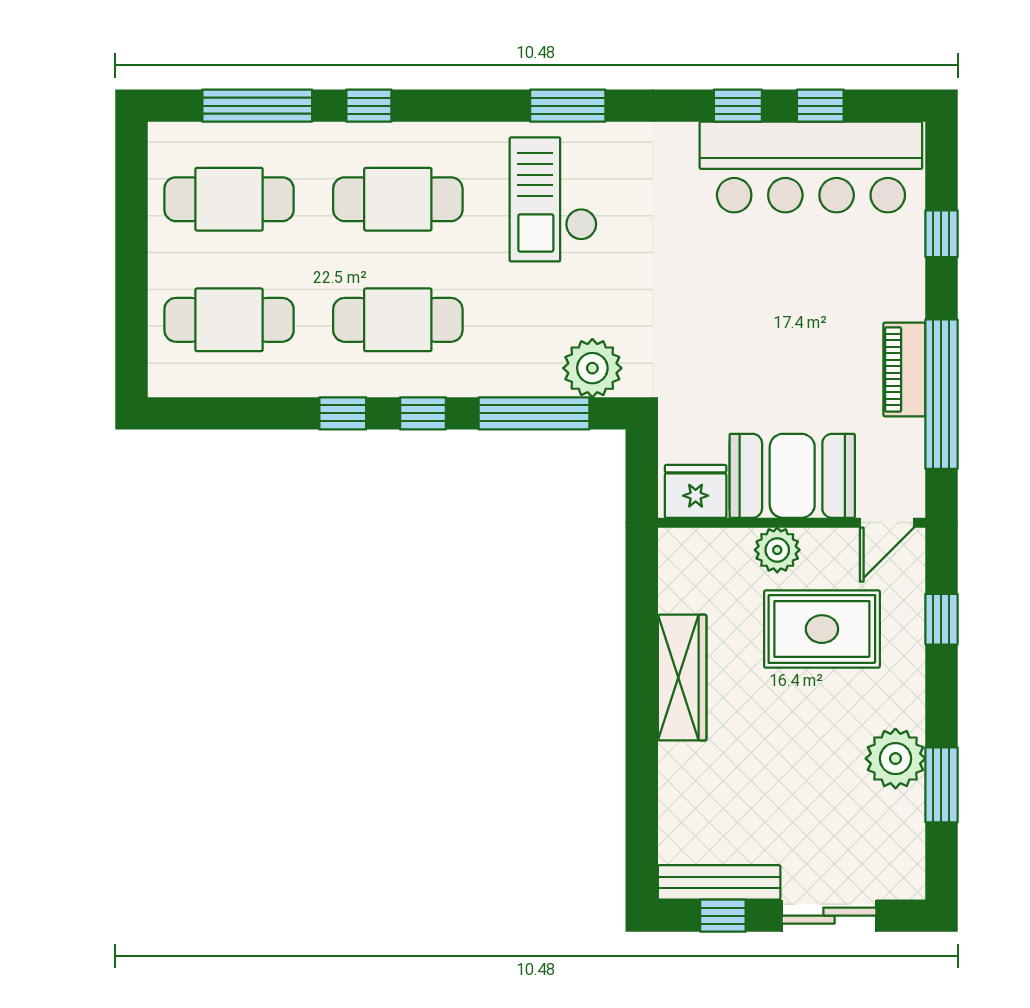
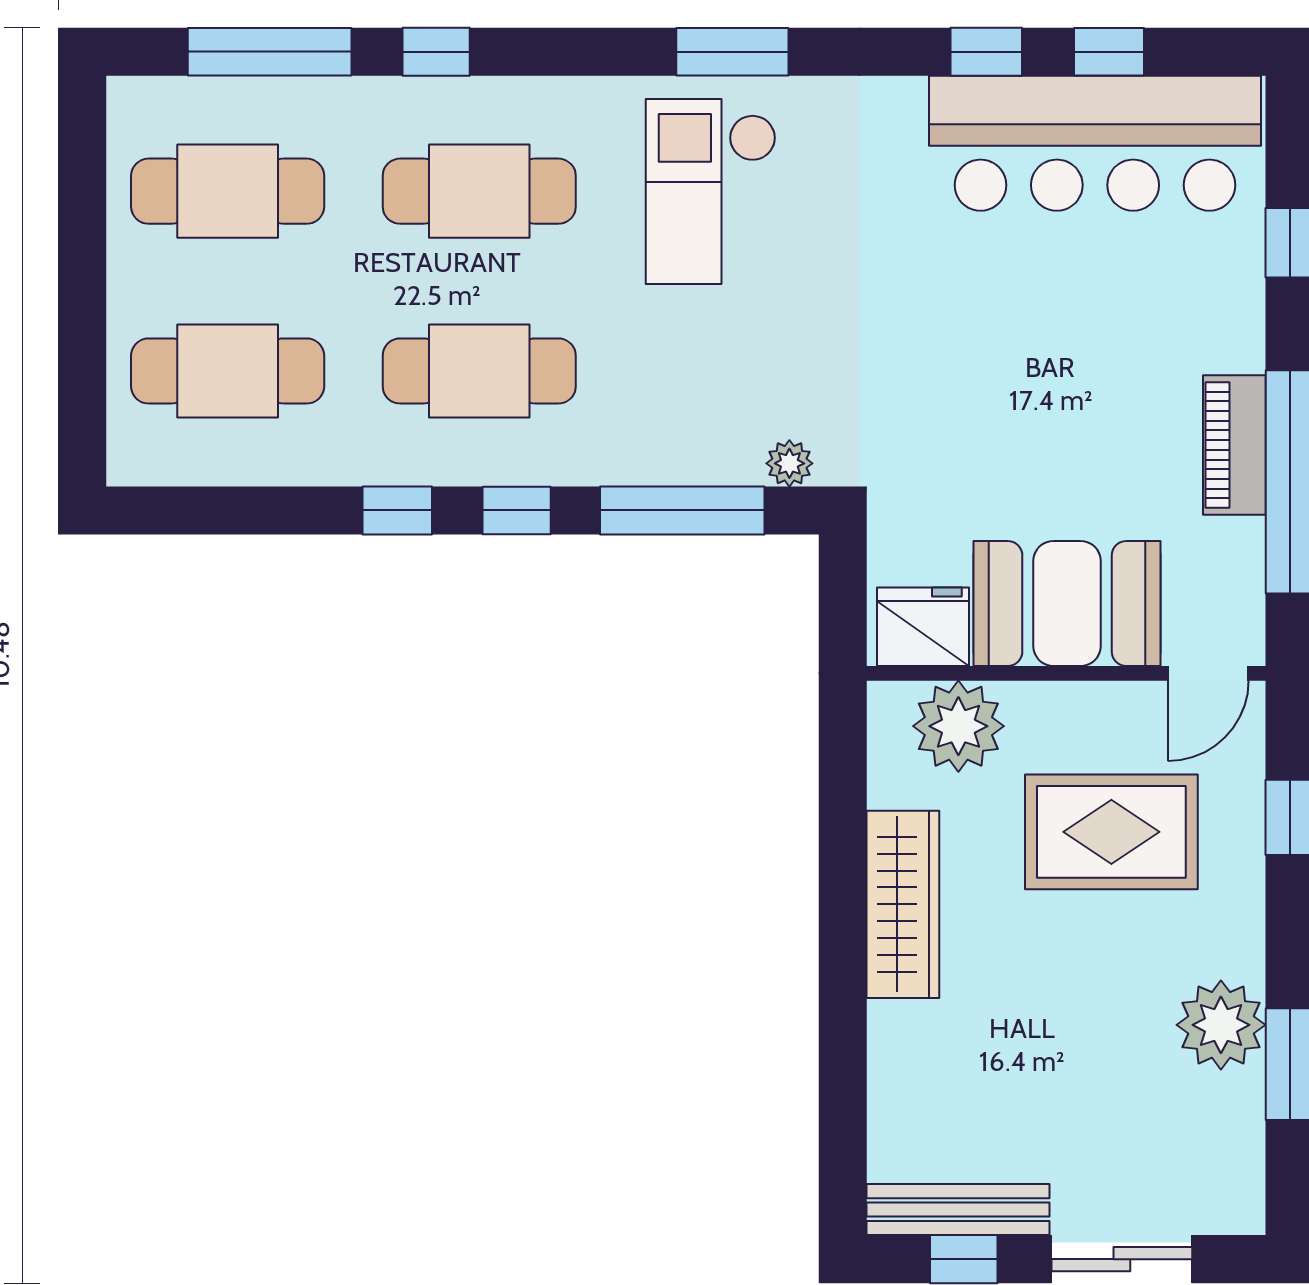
plant: (592, 368) -> (789, 463), width x0.53, depth x0.53
plant: (777, 550) -> (958, 726), moved, width x1.36, depth x1.36

